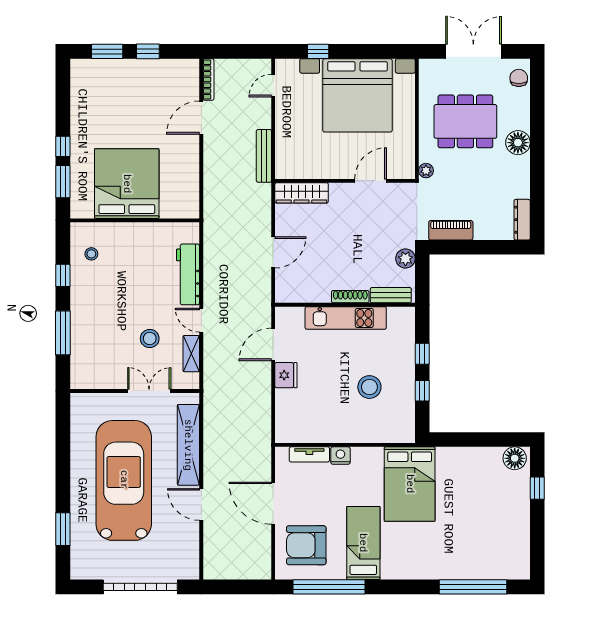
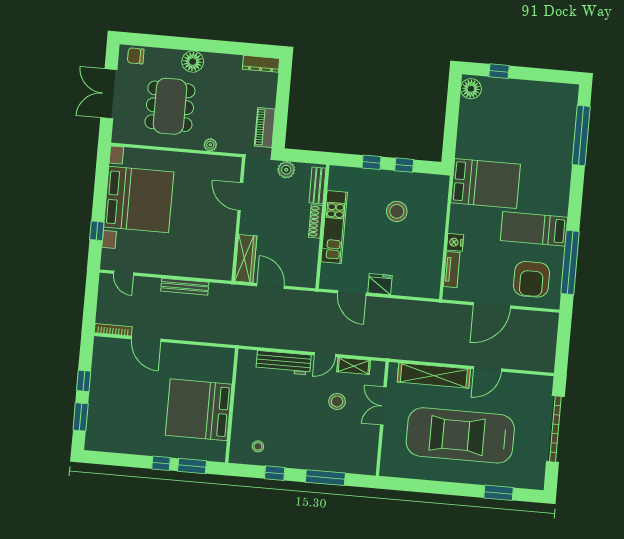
wall: (345, 181) -> (238, 219), moved
door: (371, 181) -> (240, 197), moved
wardrobe: (302, 193) -> (246, 259), moved

